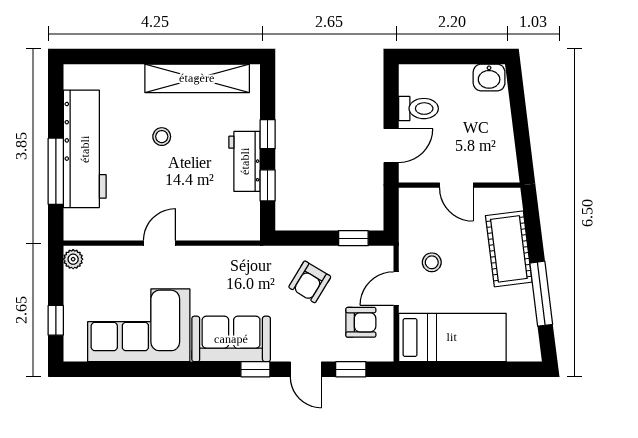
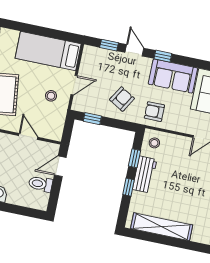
stool: (162, 137) -> (154, 143), moved
armchair: (361, 322) -> (154, 112), moved

